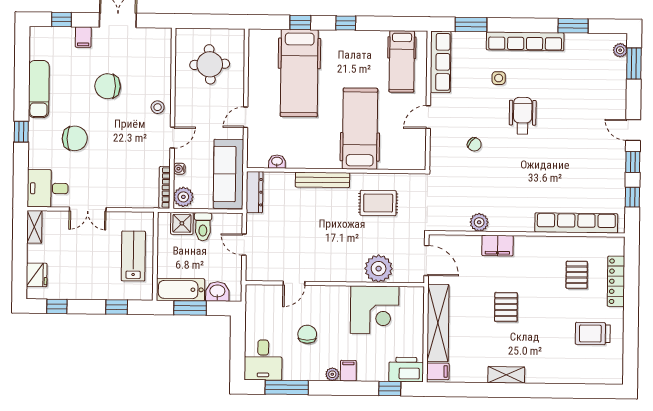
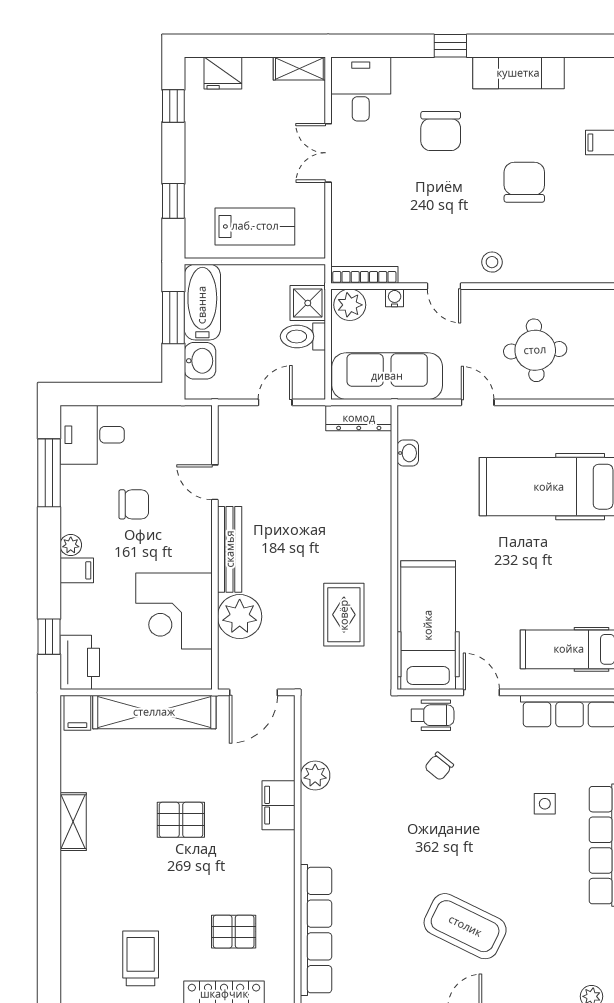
round table: (210, 64) -> (535, 350), moved
wheelchair: (523, 116) -> (432, 715), moved, width x0.73, depth x0.73
hospital bed: (360, 129) -> (428, 625), moved, turned -90
coffee table: (575, 129) -> (465, 926), added
bench: (322, 180) -> (230, 549), moved

